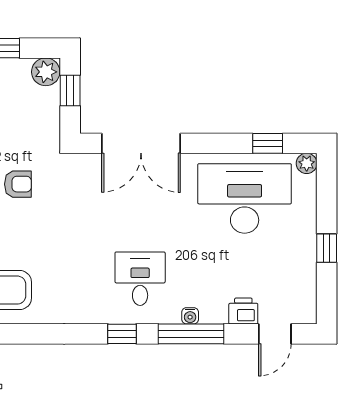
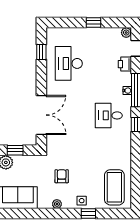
plant: (307, 163) -> (126, 33), moved
desk: (245, 198) -> (69, 63), width x0.73, depth x0.77

